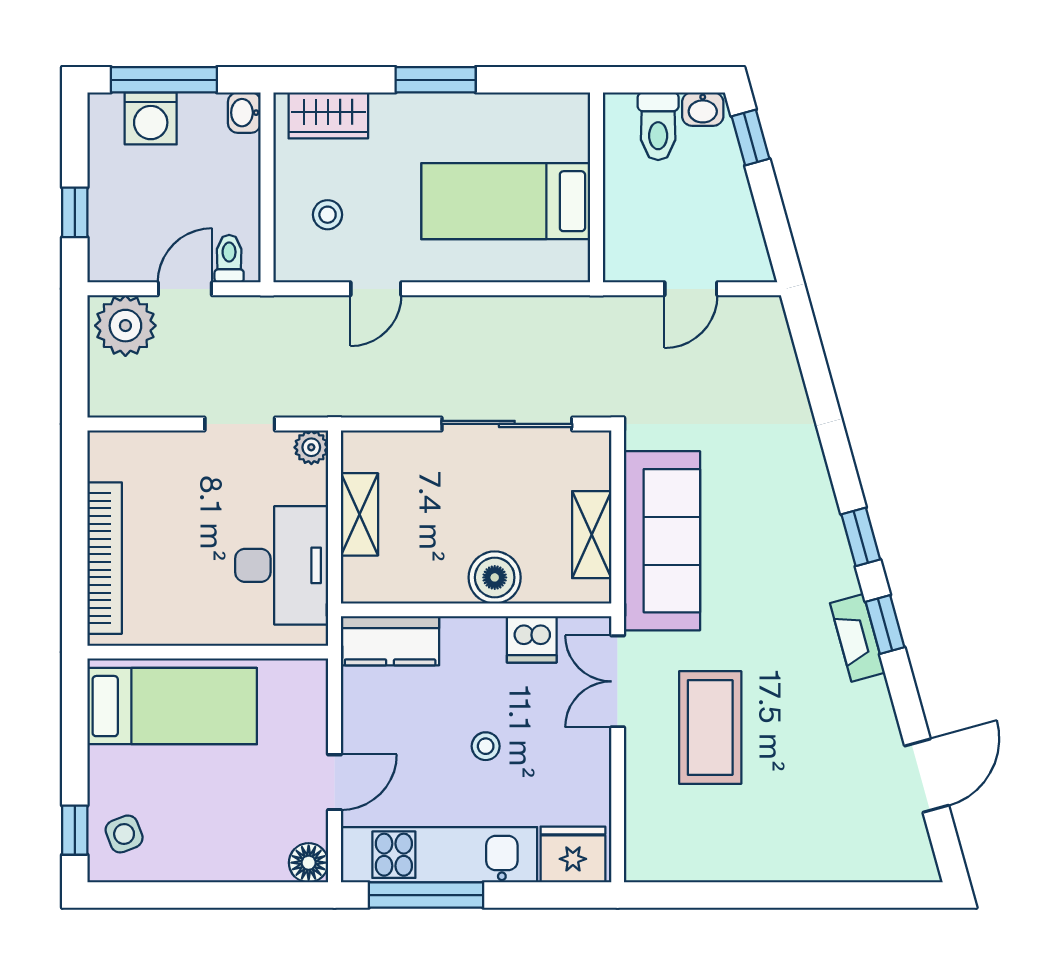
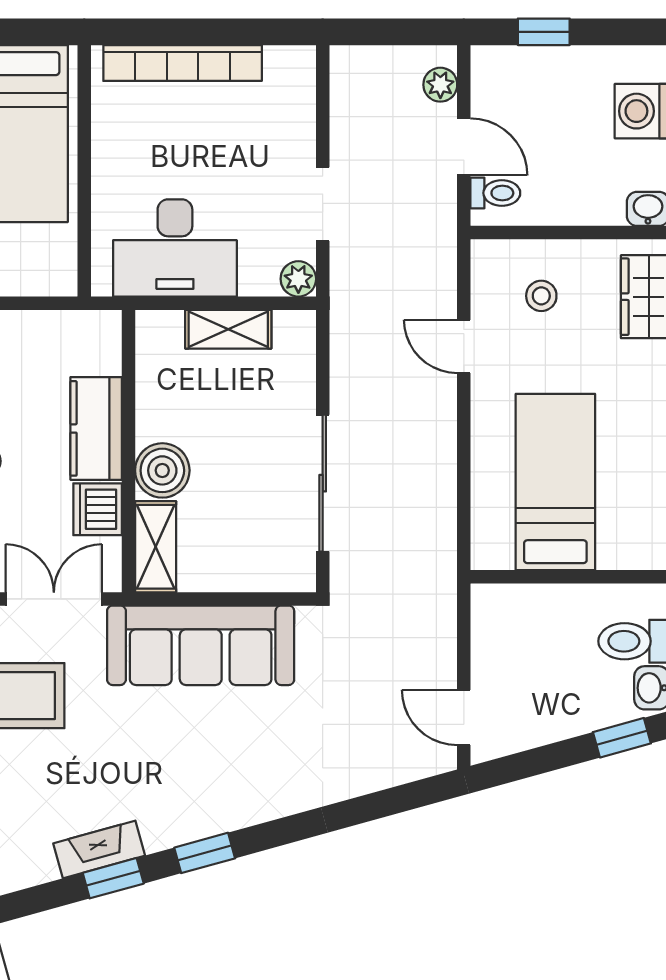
door: (691, 289) -> (464, 717), moved
plant: (125, 326) -> (440, 85), width x0.53, depth x0.53
shelving: (592, 535) -> (156, 547), moved, turned 90
kitchen counter: (390, 641) -> (96, 428), moved

